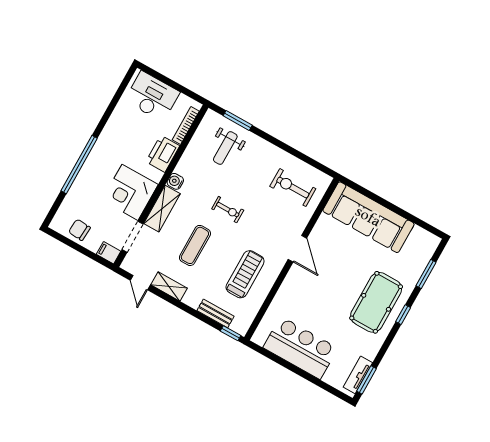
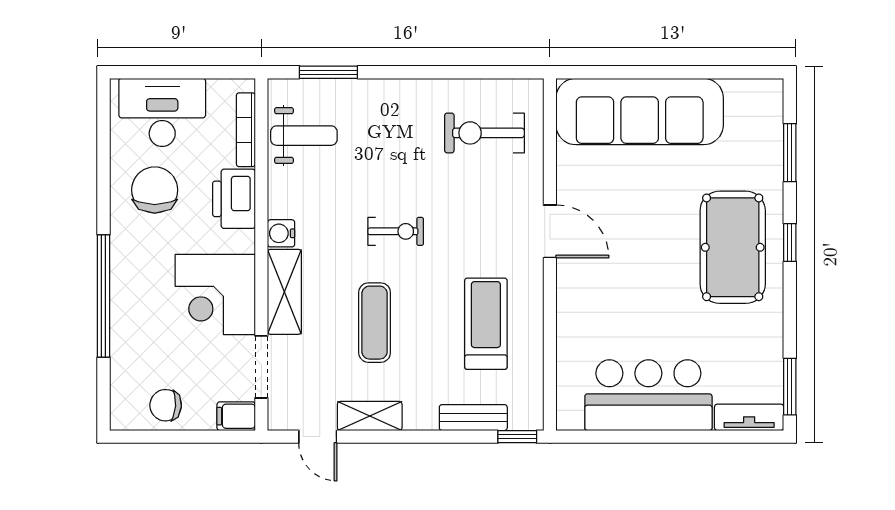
chair: (129, 130) -> (155, 190), added
weight bench: (225, 148) -> (304, 136), moved, turned -90
tv unit: (358, 375) -> (749, 417), moved, turned 90

